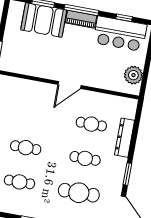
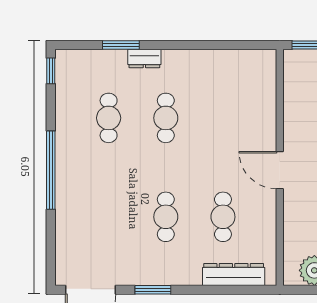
dresser: (125, 138) -> (234, 274), moved
cafe table: (79, 193) -> (109, 217), removed

